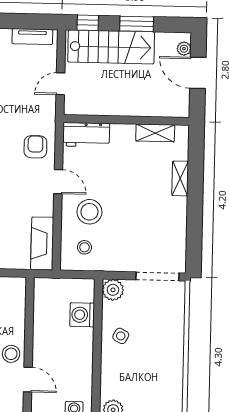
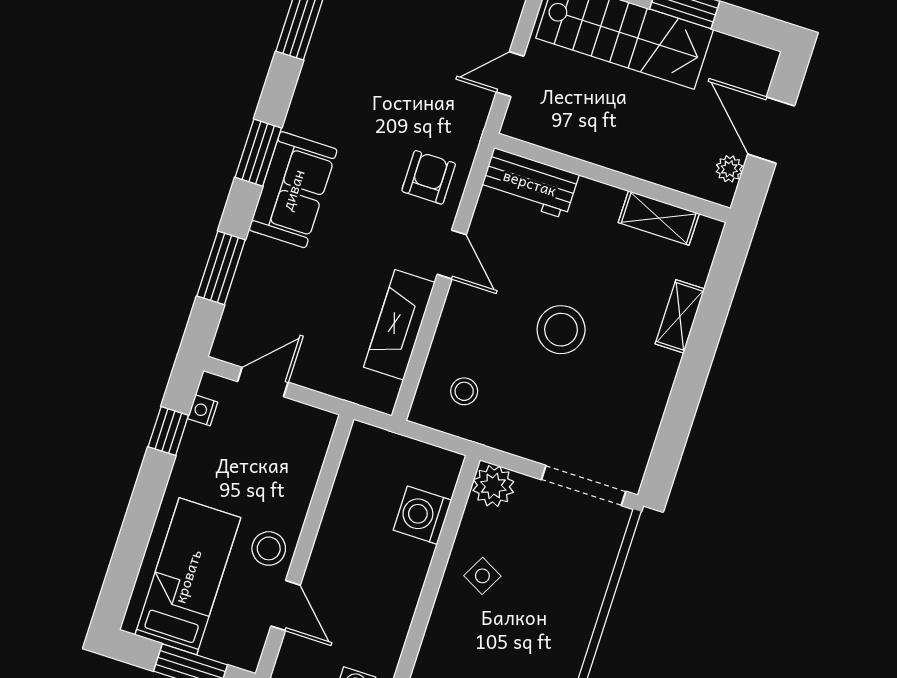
plant: (184, 49) -> (729, 169), moved
stool: (89, 212) -> (561, 330), moved
fireplace: (42, 244) -> (399, 325), moved

